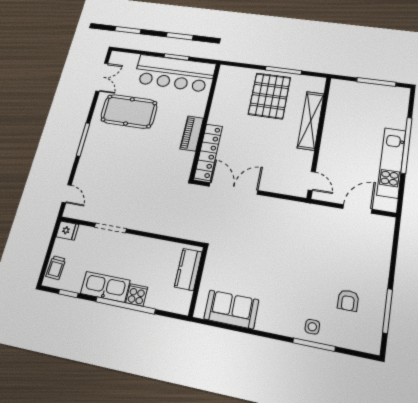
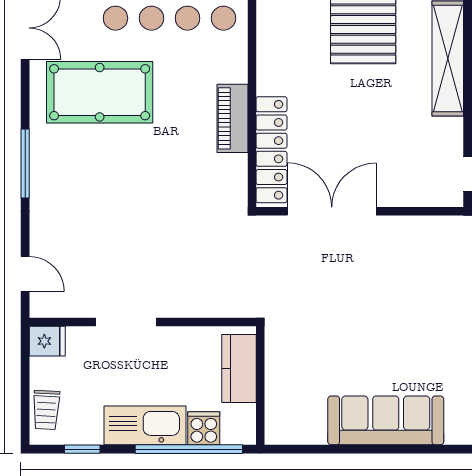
kitchen counter: (188, 269) -> (239, 369), moved
wall: (198, 281) -> (260, 386), moved
sofa: (231, 309) -> (386, 420), width x1.36

